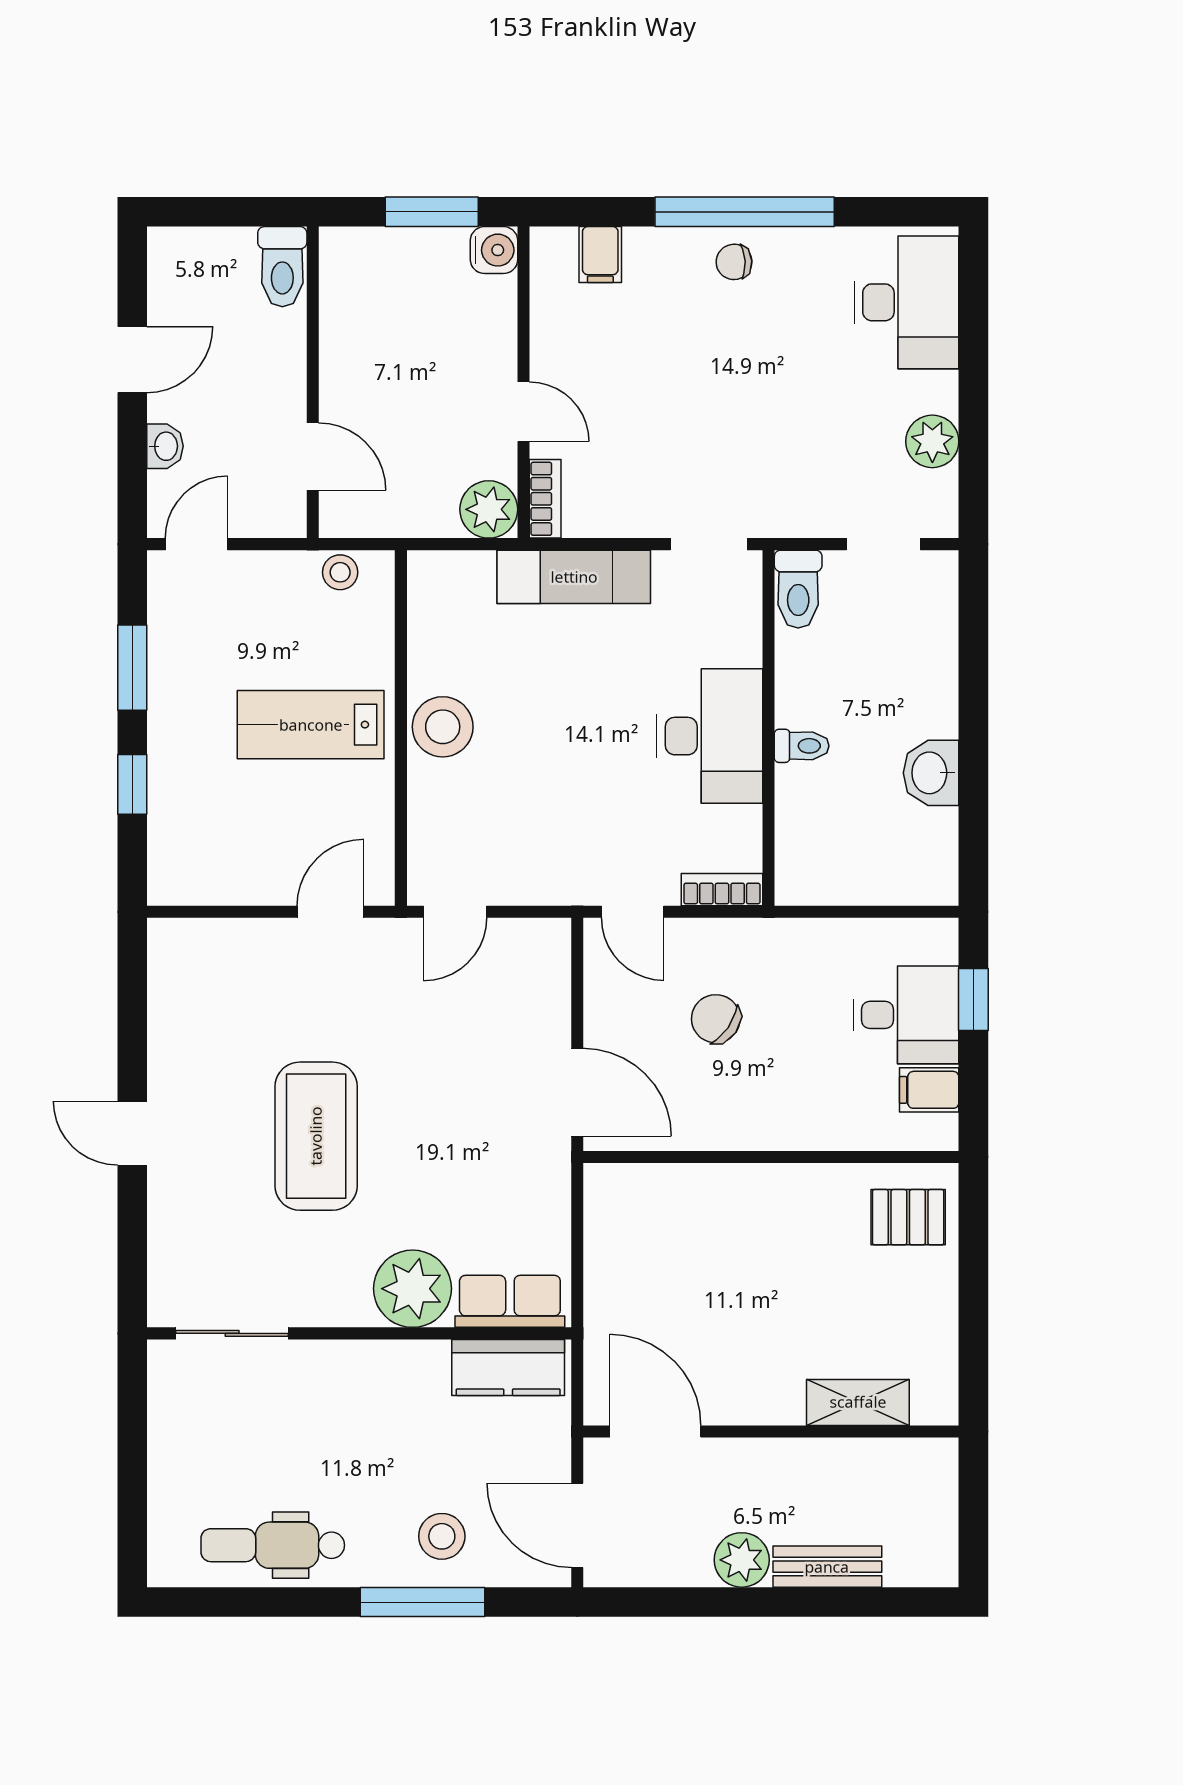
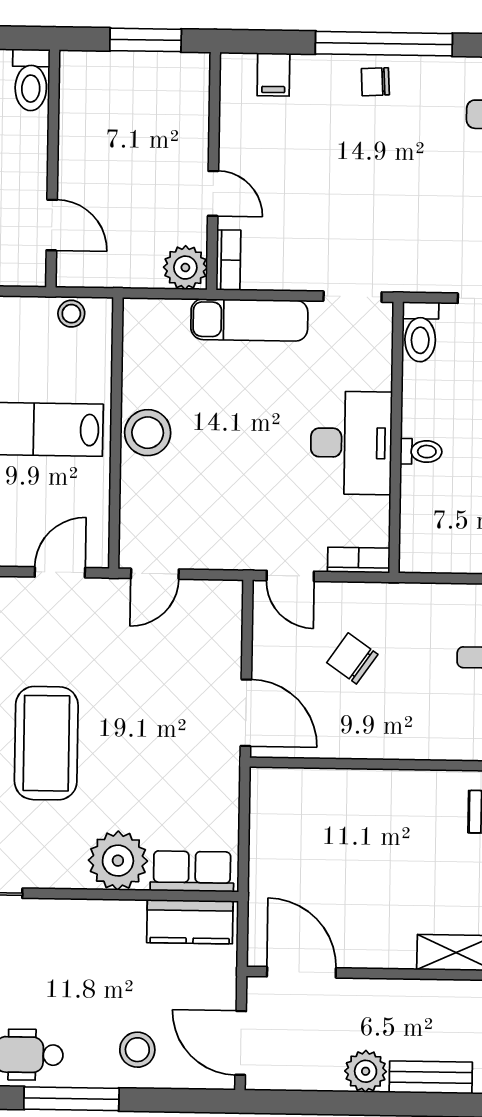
water cooler: (494, 250) -> (192, 70), removed
window: (422, 1602) -> (71, 1099), moved

